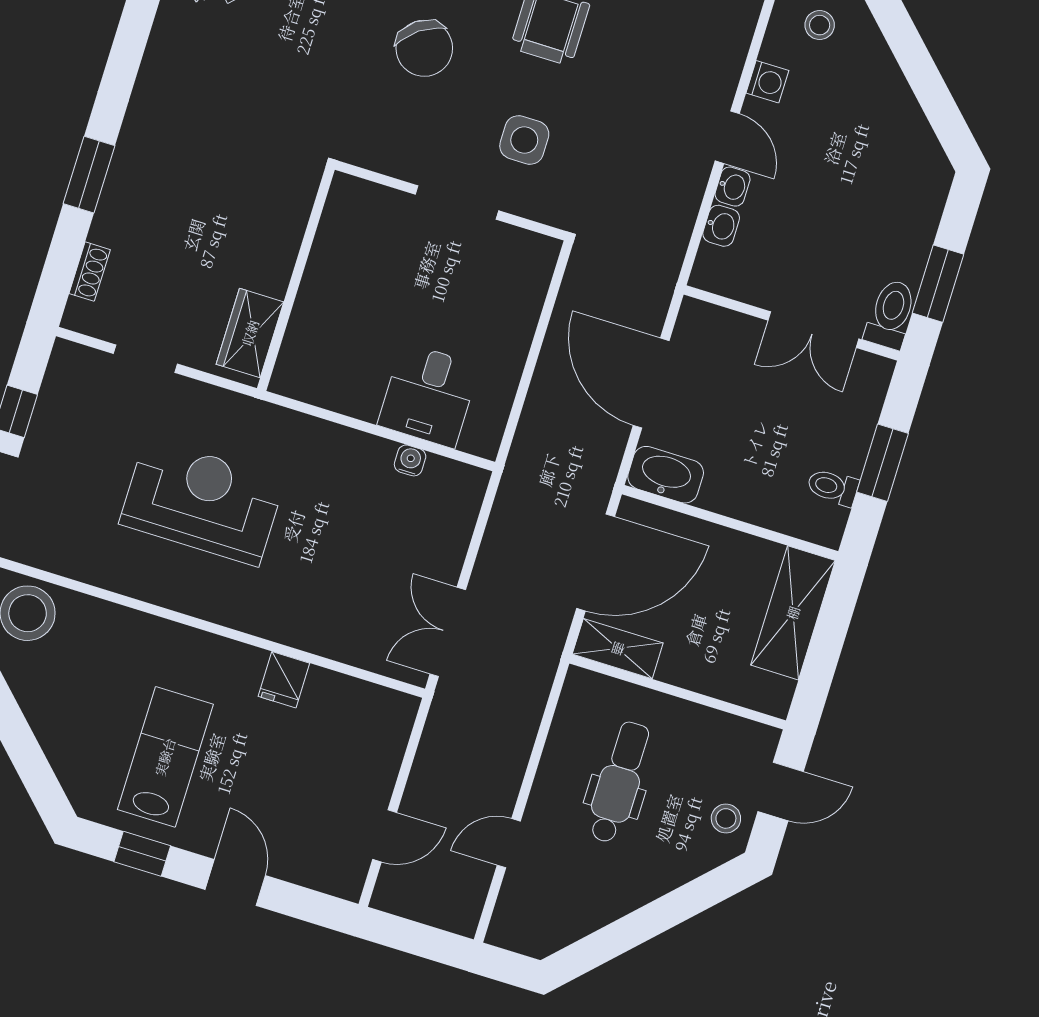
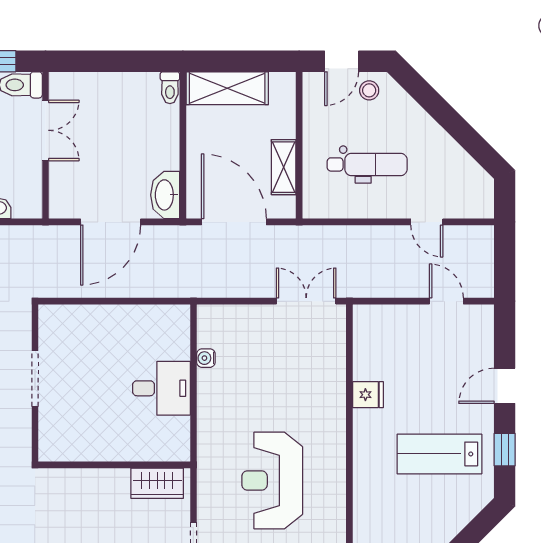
desk: (429, 395) -> (161, 388), moved
window: (882, 463) -> (116, 61), removed
toilet: (833, 487) -> (170, 88), moved
double door: (448, 632) -> (306, 301), swing flipped
shelving: (618, 649) -> (284, 167), moved
dental chair: (619, 782) -> (367, 164), turned 180
door: (781, 792) -> (342, 61), swing flipped

